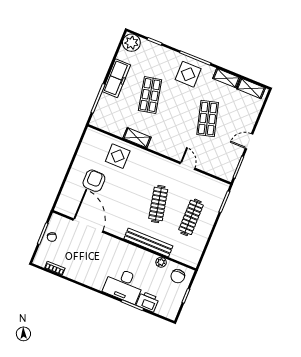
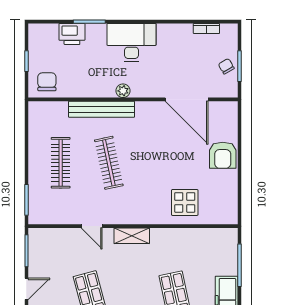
shelving: (137, 138) -> (132, 236), moved
armchair: (94, 181) -> (223, 155), moved
plant: (161, 262) -> (123, 91), moved
desk: (124, 285) -> (131, 42), moved

